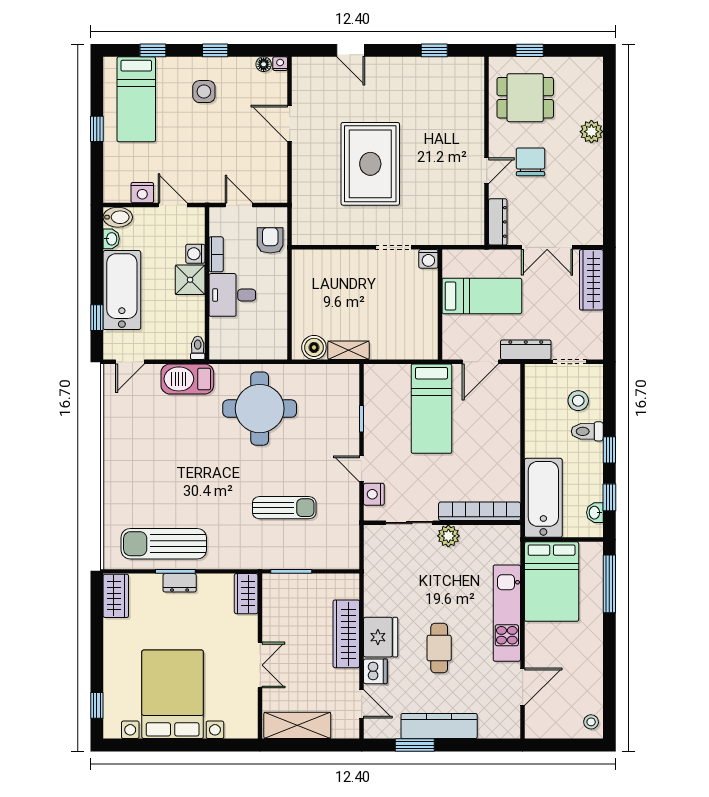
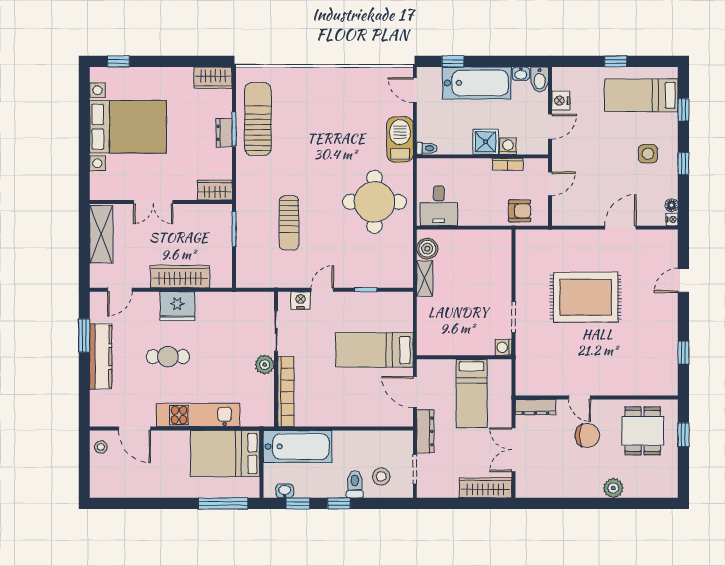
desk: (232, 295) -> (439, 206), moved, turned 180
dishwasher: (375, 671) -> (148, 302), removed
stool: (591, 722) -> (101, 447), moved

